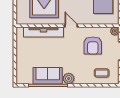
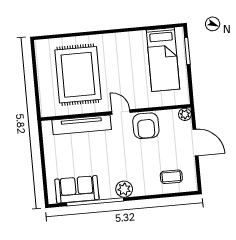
armchair: (93, 45) -> (146, 126), moved
sofa: (48, 76) -> (77, 189), moved

